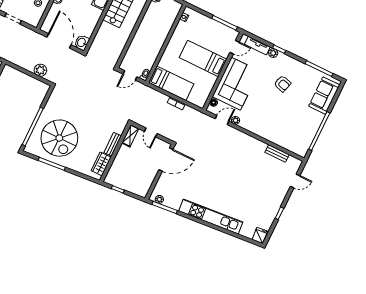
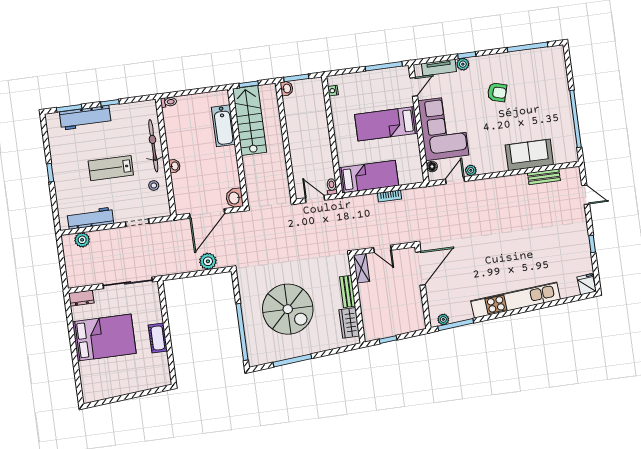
door: (59, 41) -> (207, 213), swing flipped
door: (130, 75) -> (315, 199), swing flipped
sofa: (324, 96) -> (529, 155), moved, turned 90
spiral stairs: (59, 138) -> (288, 309), moved
door: (295, 181) -> (586, 195), hinge flipped

